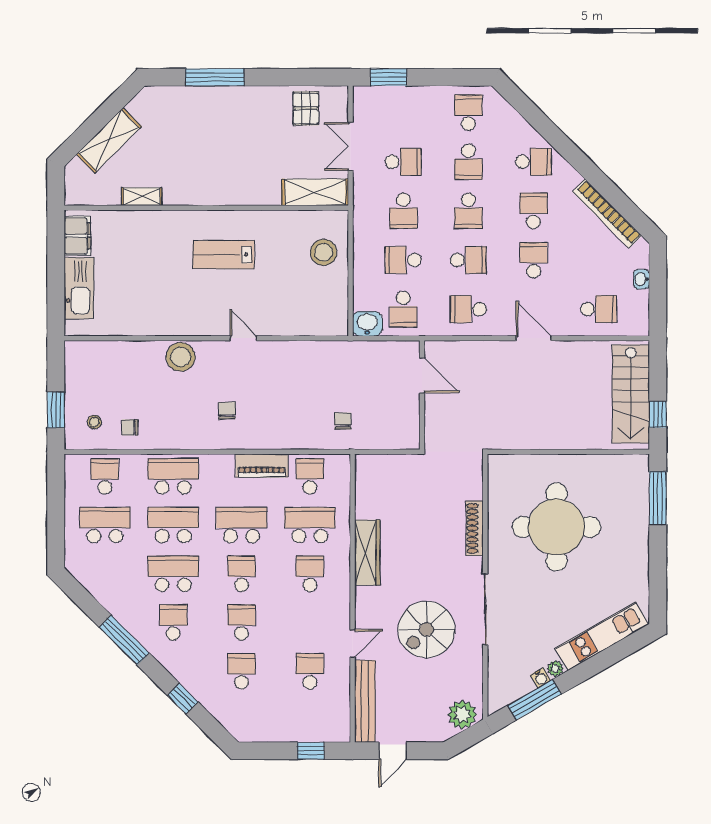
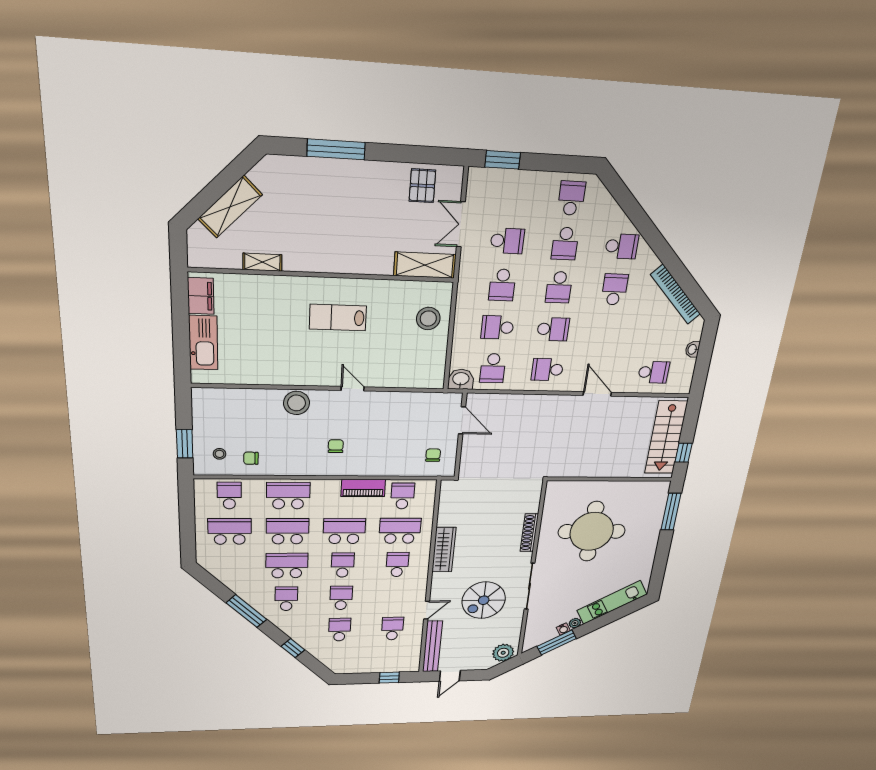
school desk: (534, 260) -> (608, 331), removed
door: (422, 375) -> (462, 420), moved
wall: (422, 395) -> (460, 436), moved

